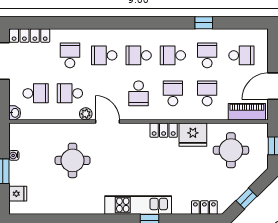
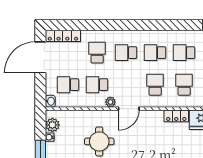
school desk: (36, 93) -> (68, 85), turned 180
school desk: (139, 93) -> (155, 85), turned 180
door: (107, 121) -> (129, 109), swing flipped
plant: (17, 141) -> (52, 125), added

